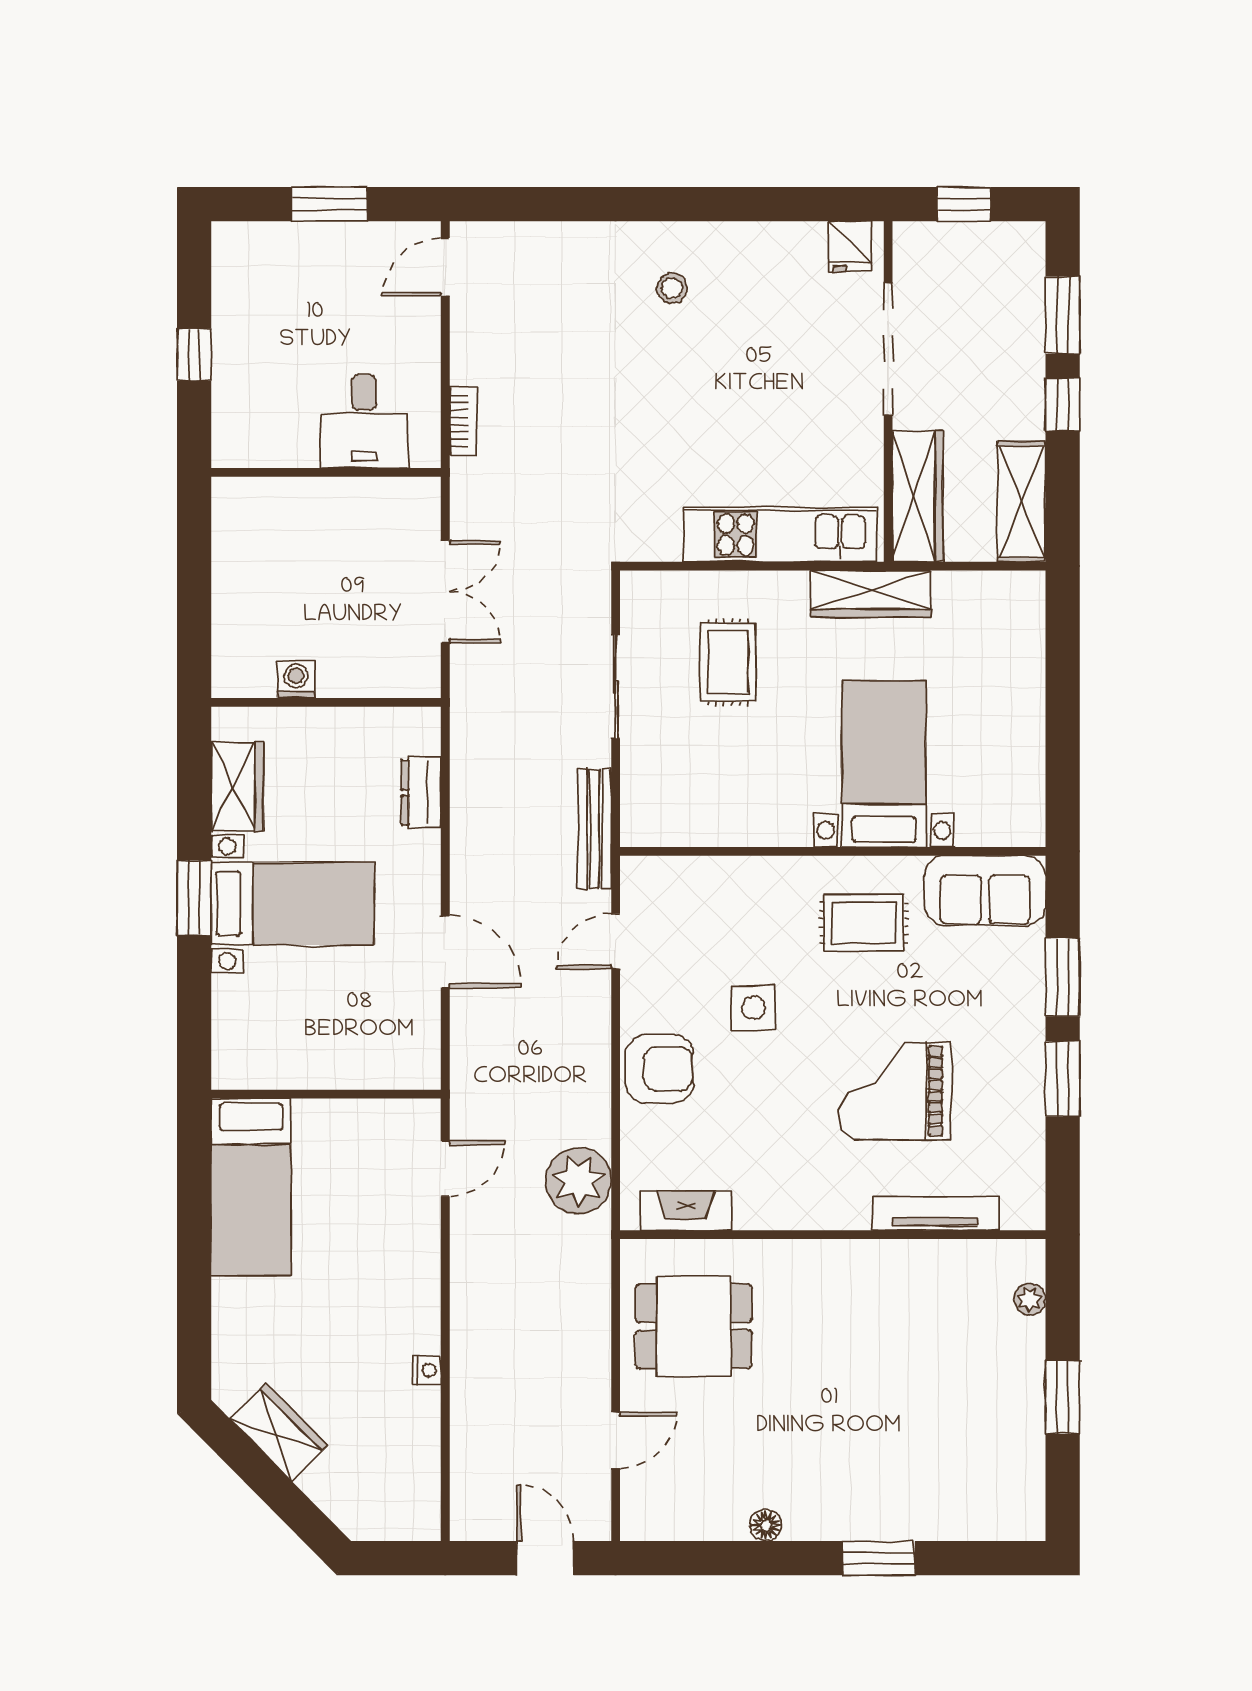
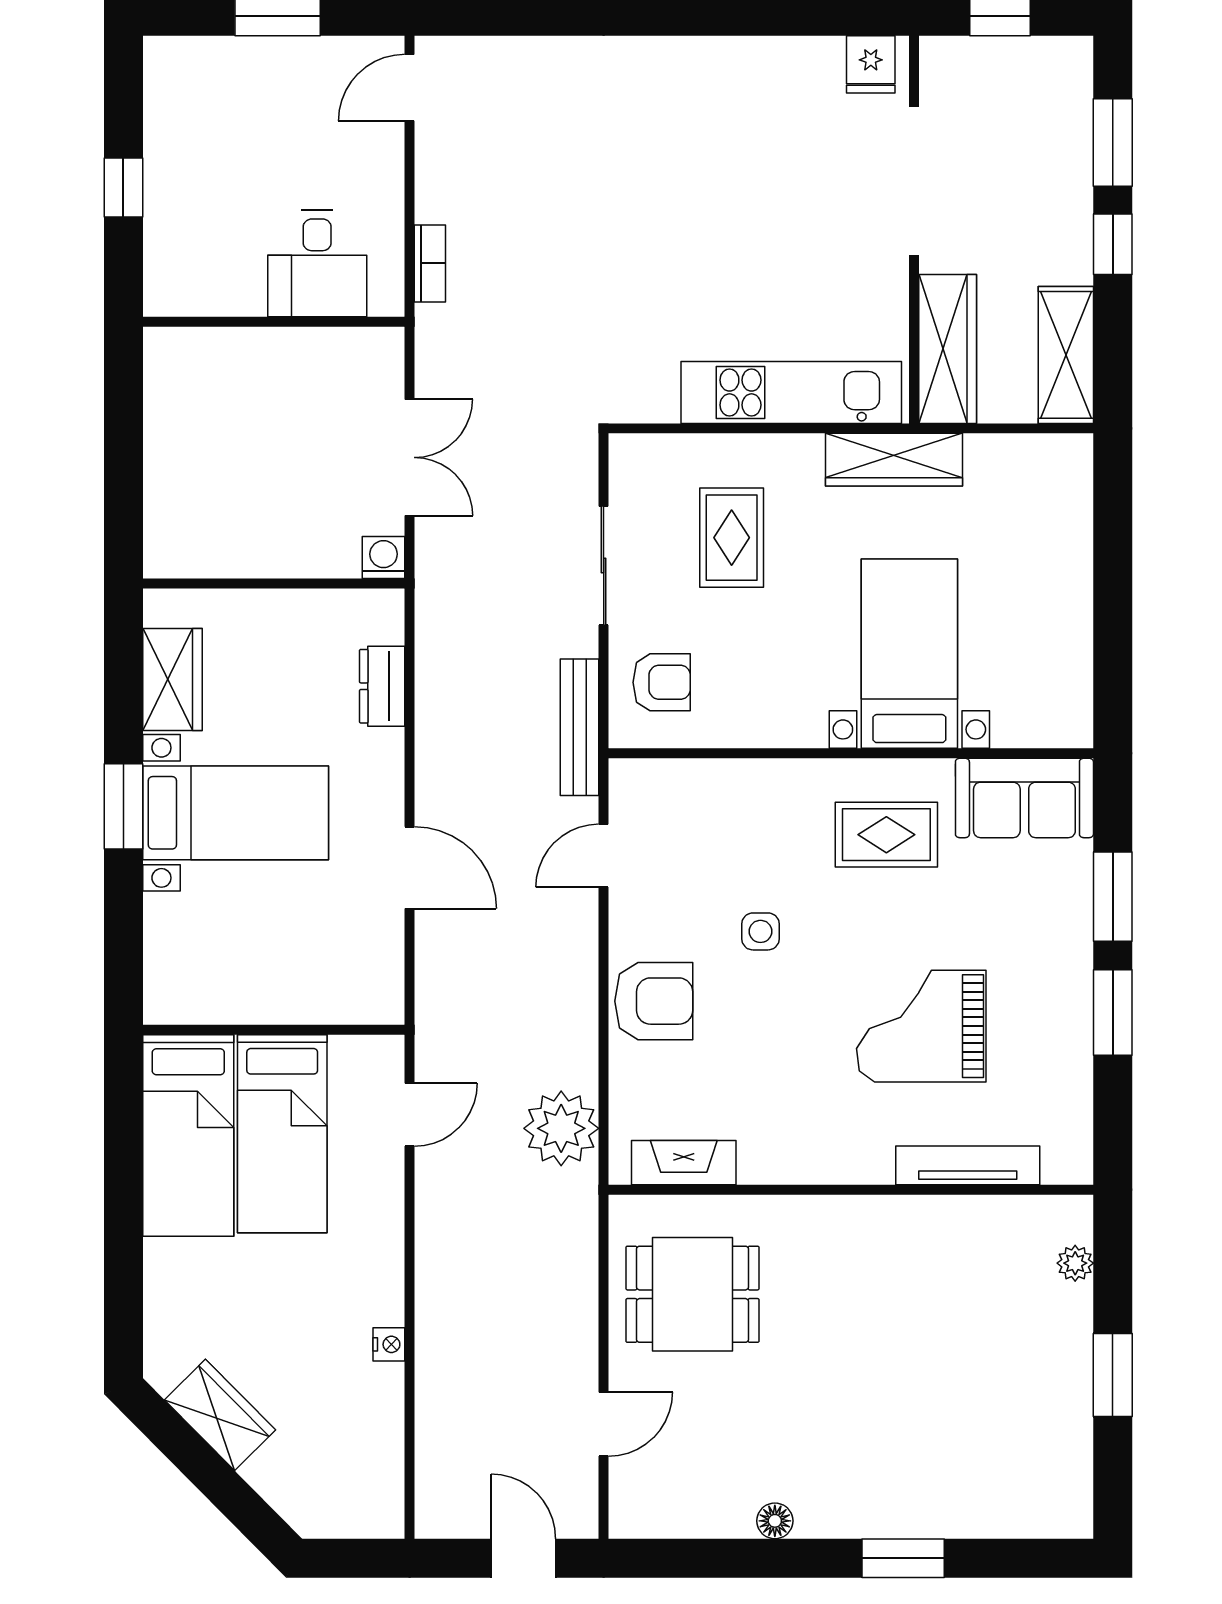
stool: (672, 288) -> (668, 112), removed
washing machine: (296, 679) -> (384, 558), moved
armchair: (667, 789) -> (662, 682), added
side table: (753, 1008) -> (760, 931), width x0.73, depth x0.73
bed: (333, 1185) -> (282, 1134), added

